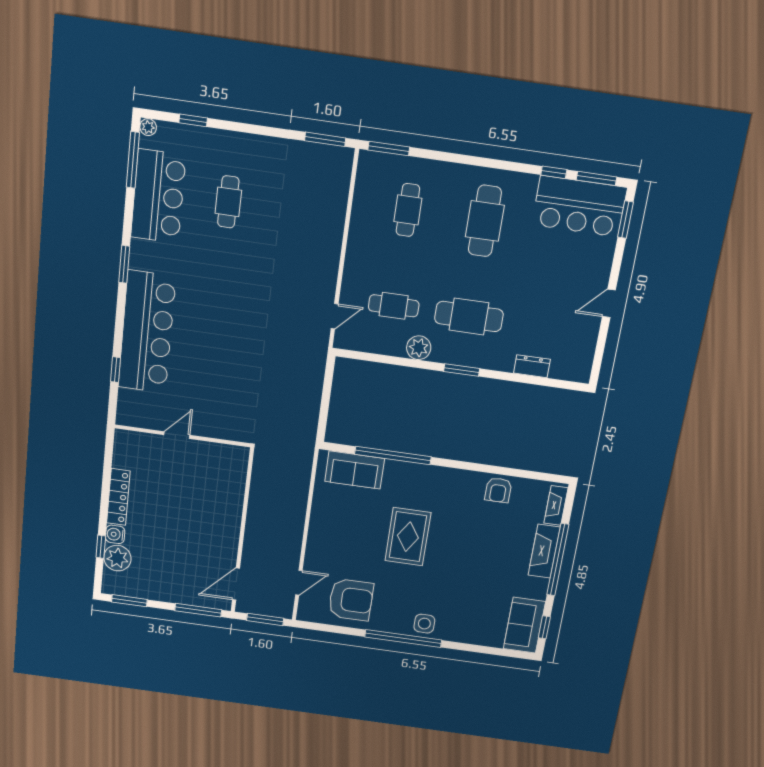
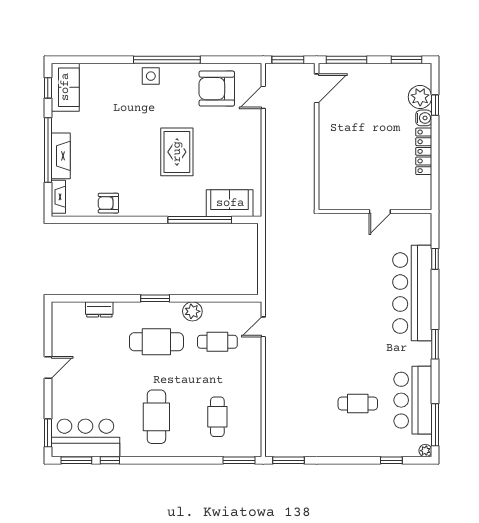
cafe table: (228, 202) -> (358, 404), turned 90
armchair: (498, 490) -> (108, 203), turned -90

